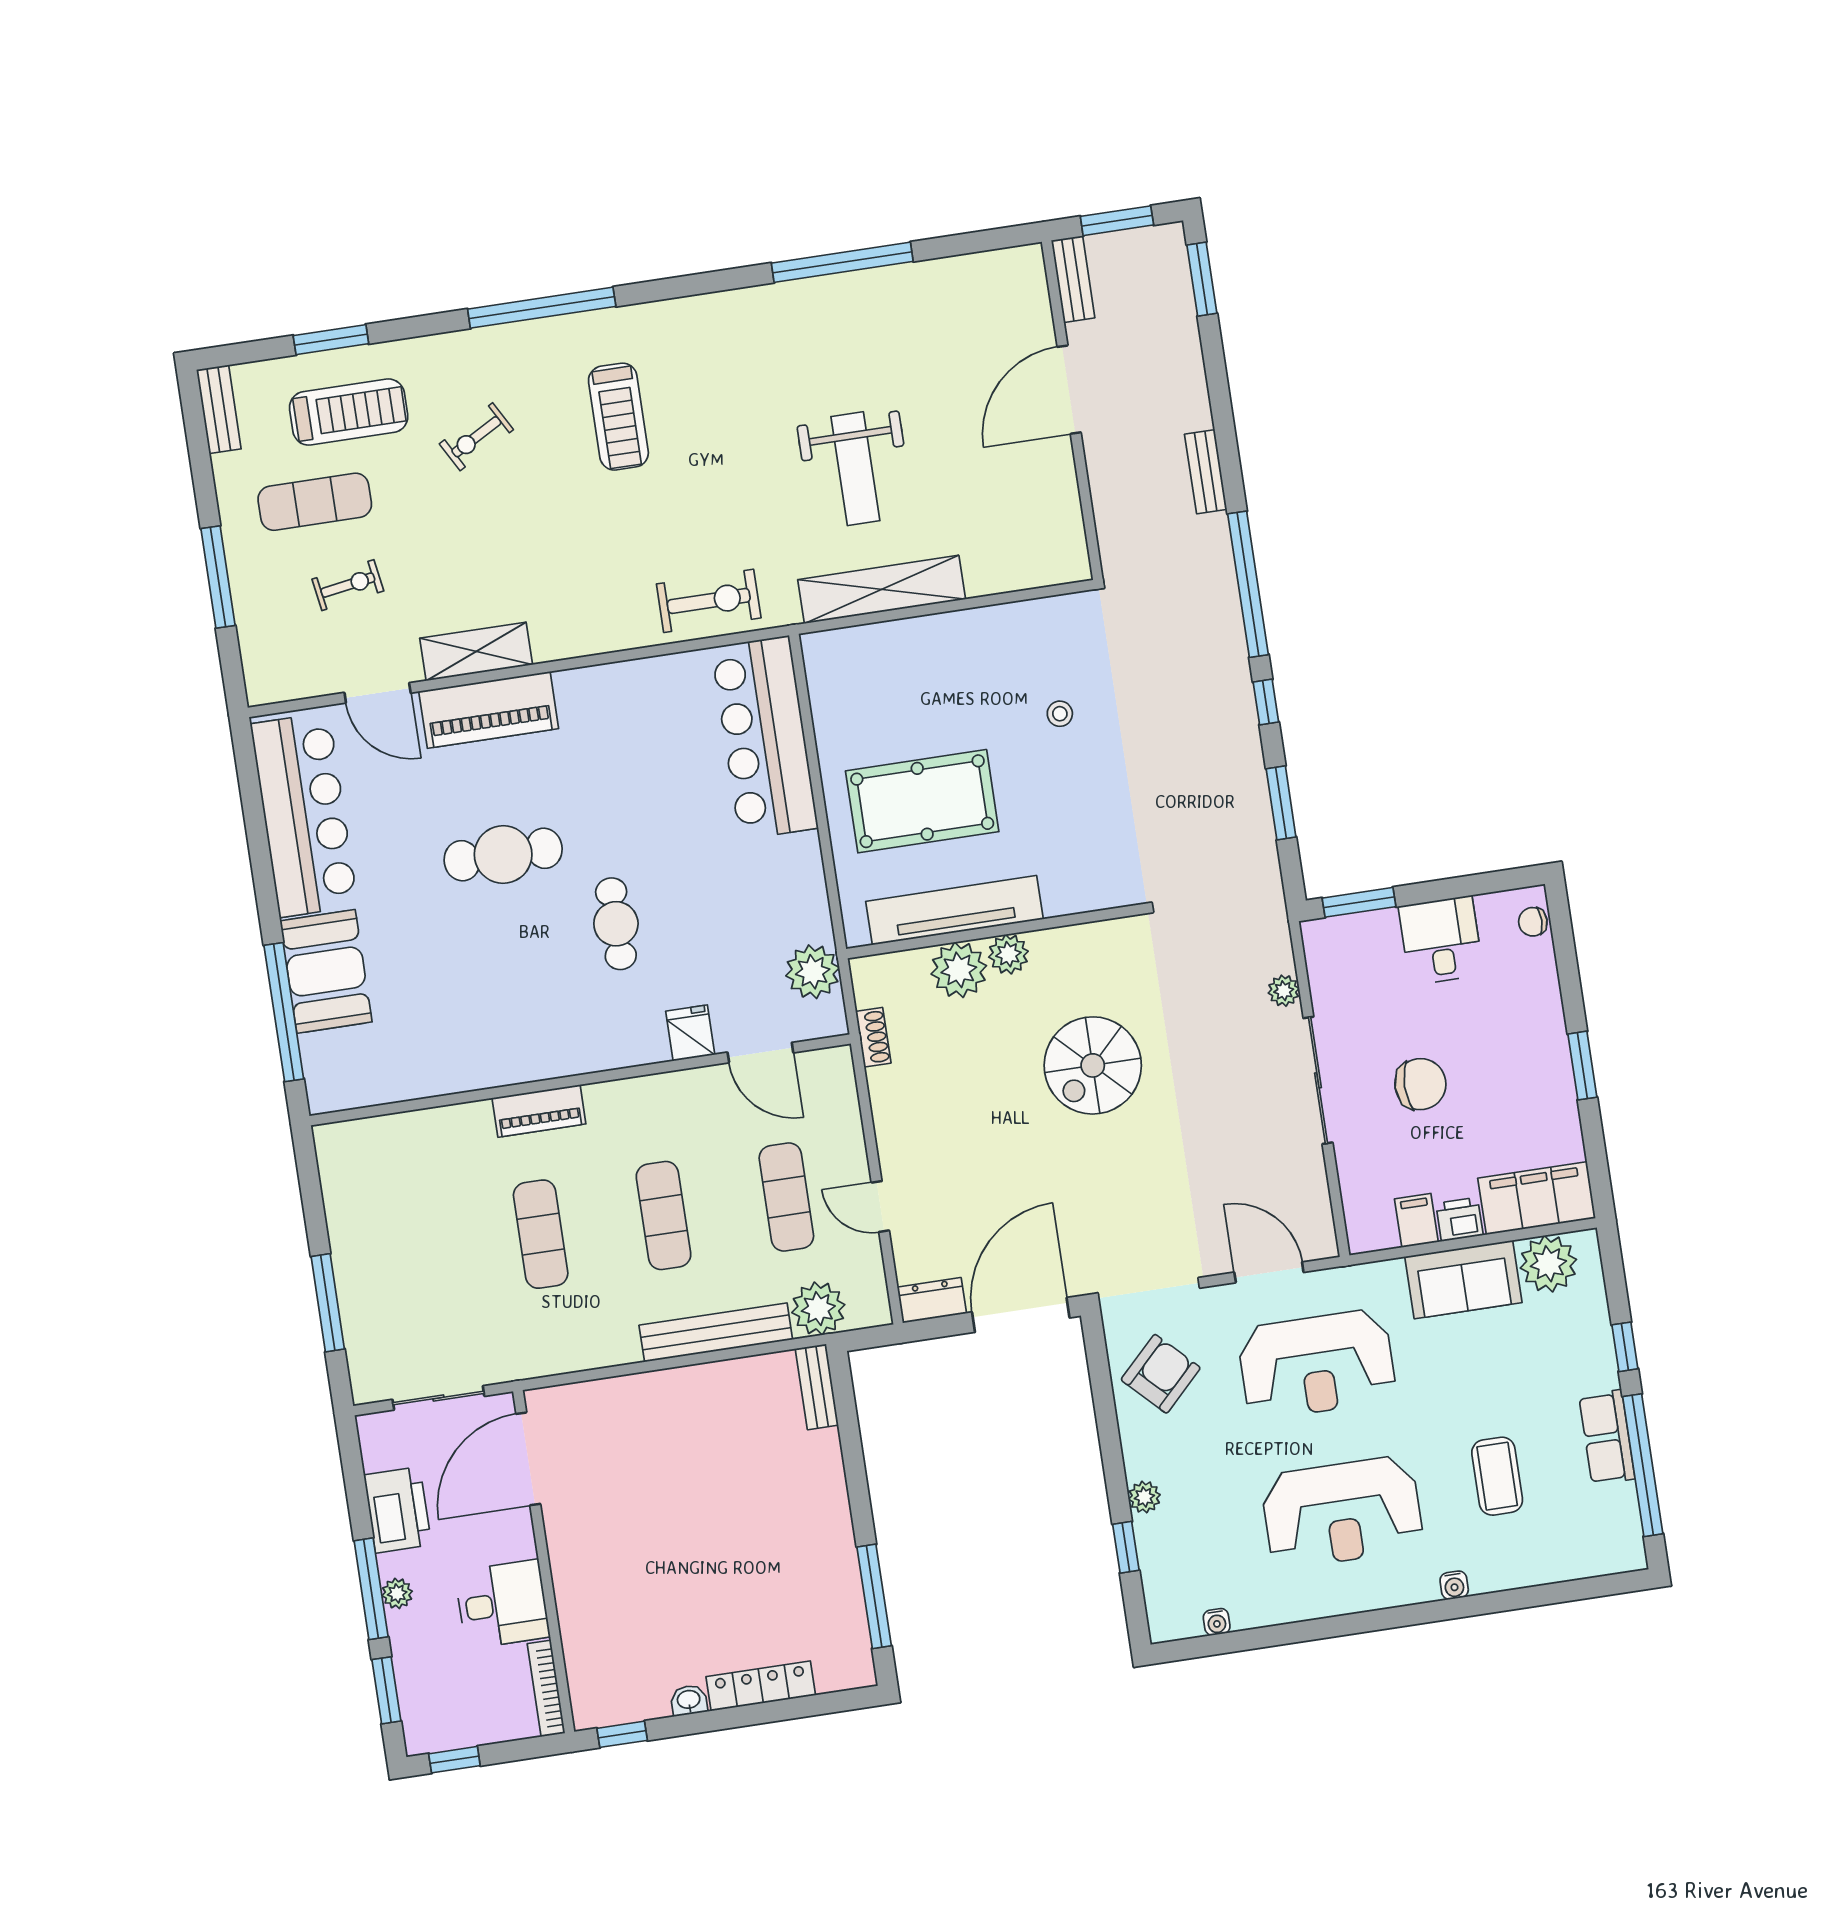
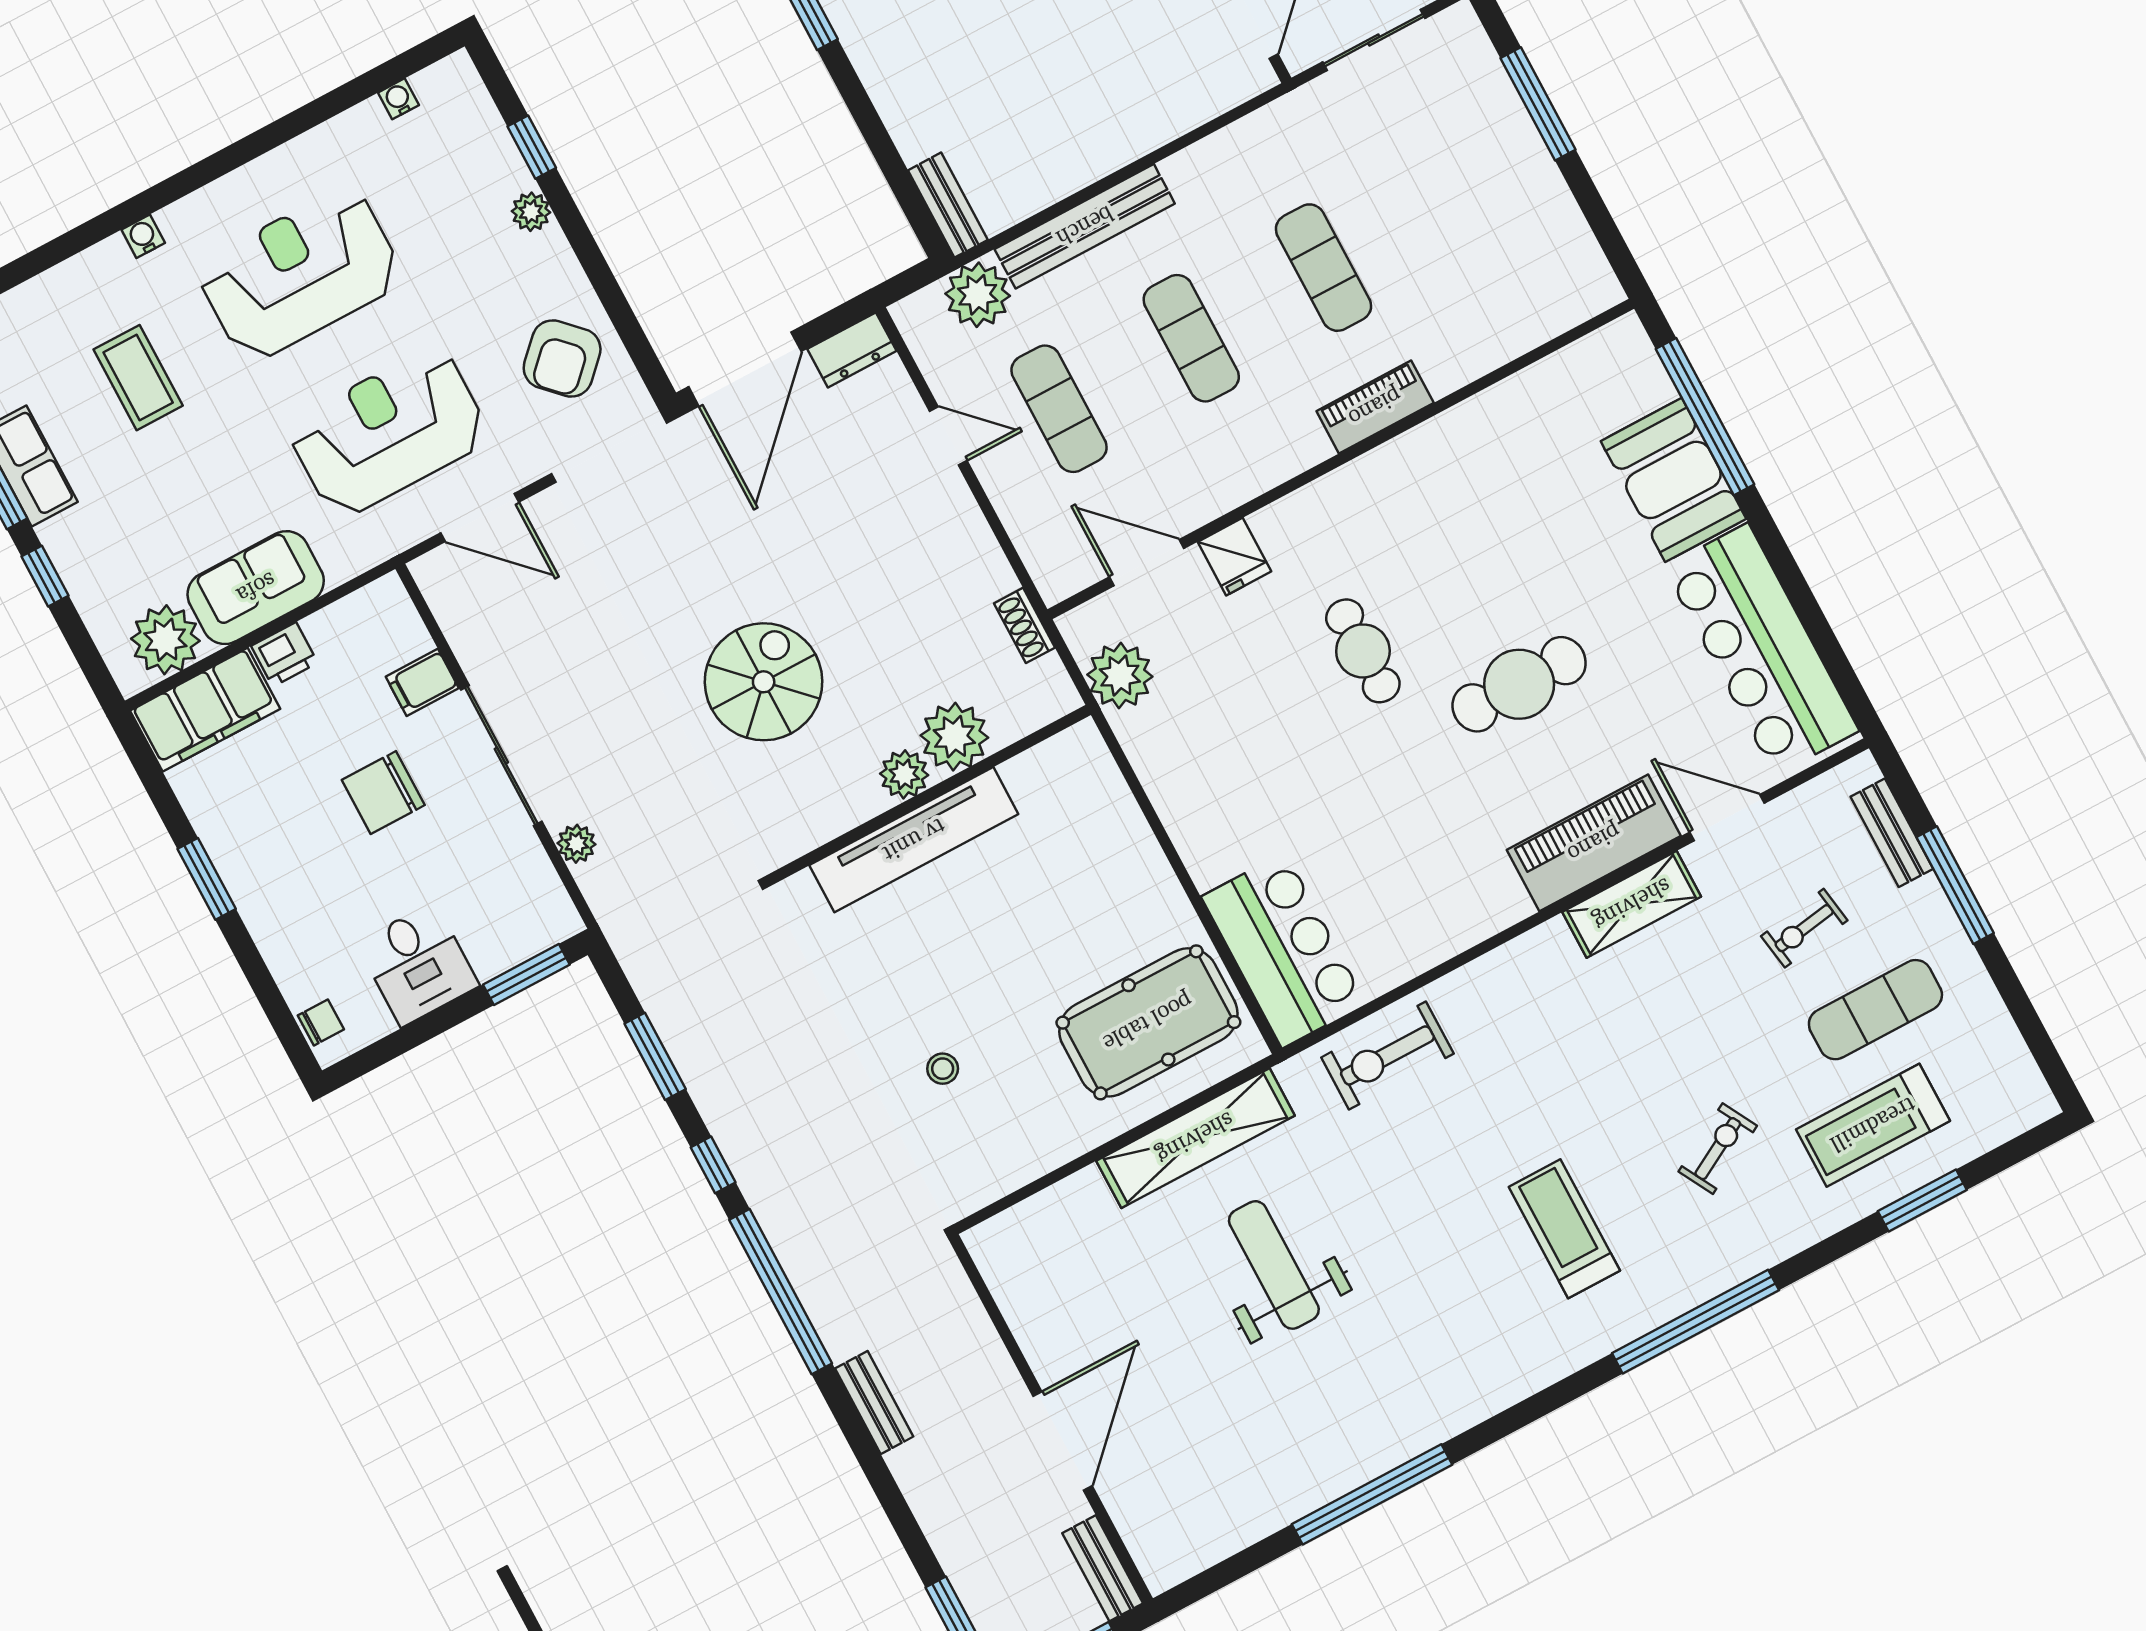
bench: (219, 409) -> (1892, 833), moved
bar counter: (765, 738) -> (1284, 950), width x0.73
pool table: (922, 801) -> (1148, 1022), moved
tv unit: (955, 910) -> (914, 840), moved
filing cabinet: (1416, 1220) -> (422, 682), moved, turned 90

